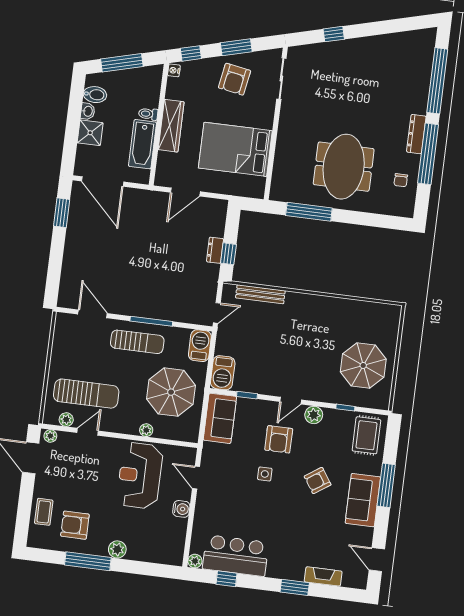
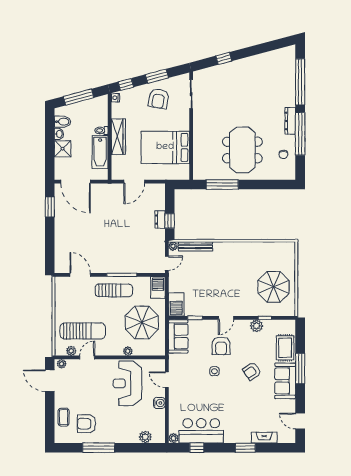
plant: (229, 290) -> (173, 246), added
plant: (314, 415) -> (256, 326), moved
rug: (366, 435) -> (285, 348), moved
plant: (117, 549) -> (145, 437), moved

